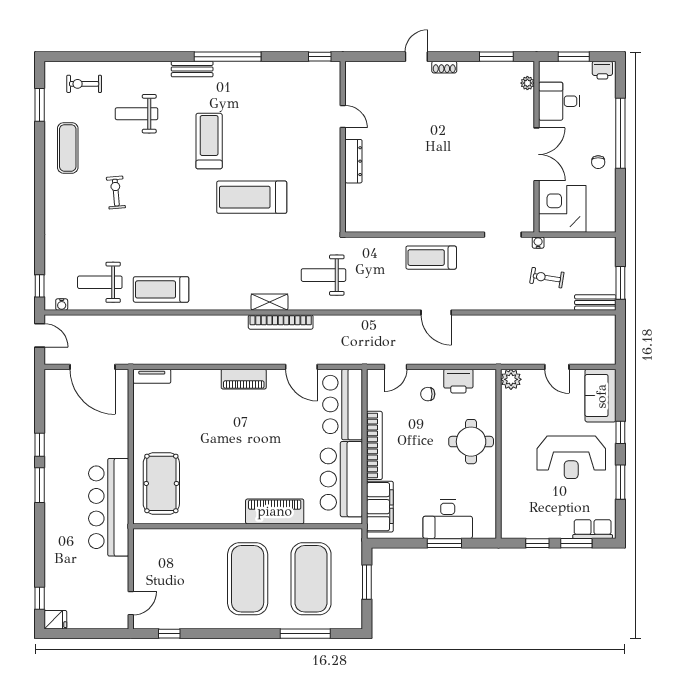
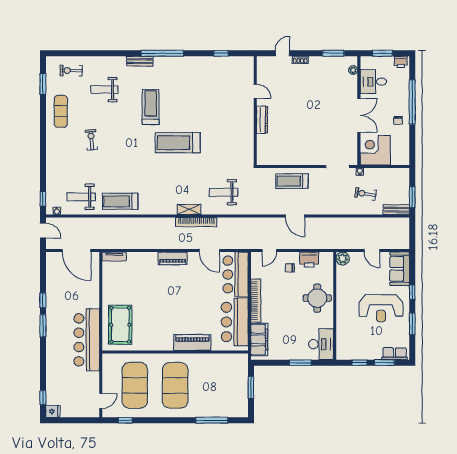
door: (343, 116) -> (255, 91), moved
wall: (343, 147) -> (255, 111), moved
dresser: (353, 161) -> (262, 120), moved
desk: (448, 519) -> (321, 344), moved, turned -90
exercise mat: (311, 579) -> (135, 385), moved

